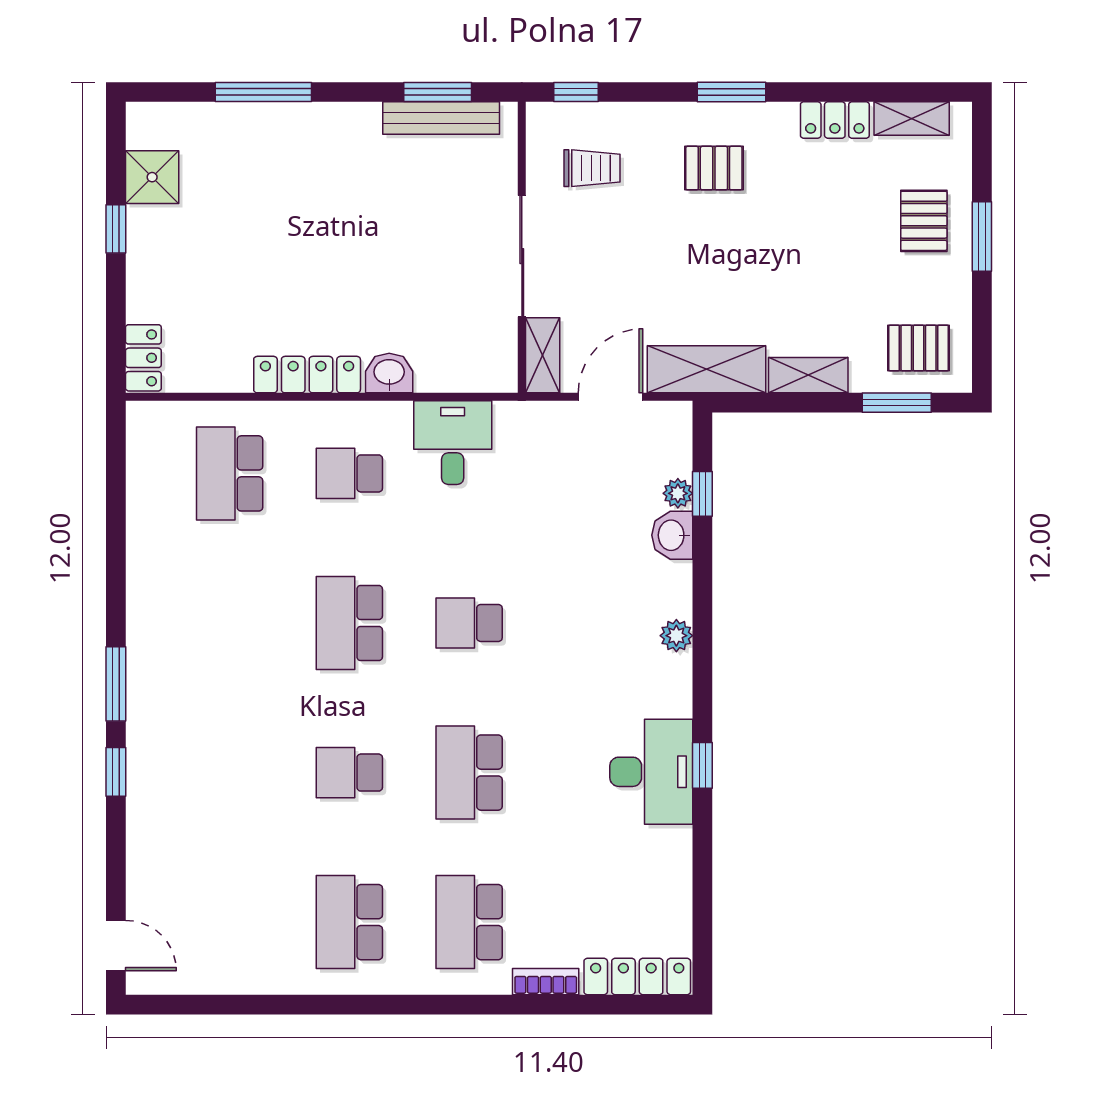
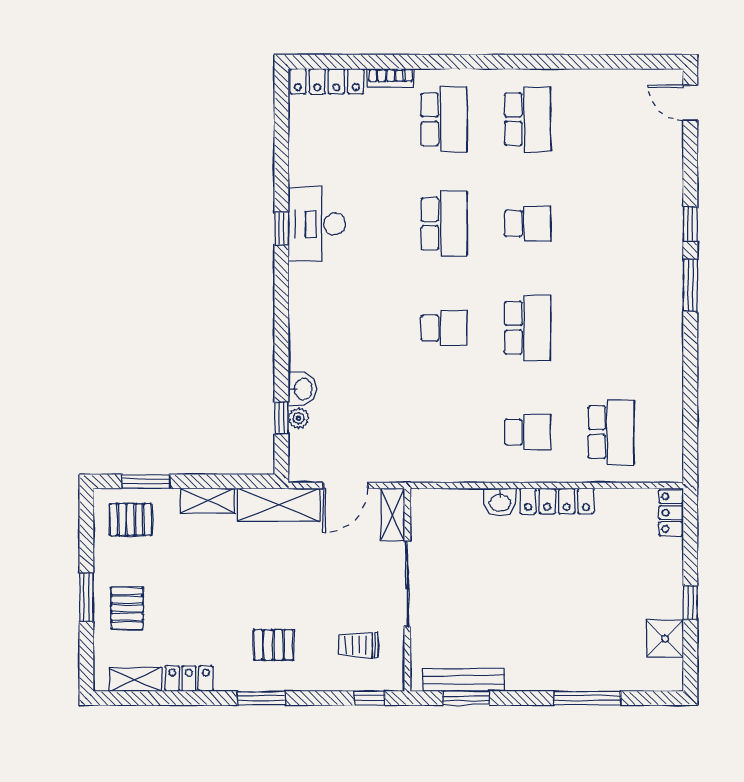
desk: (453, 443) -> (456, 454), removed
plant: (676, 636) -> (300, 319), removed

